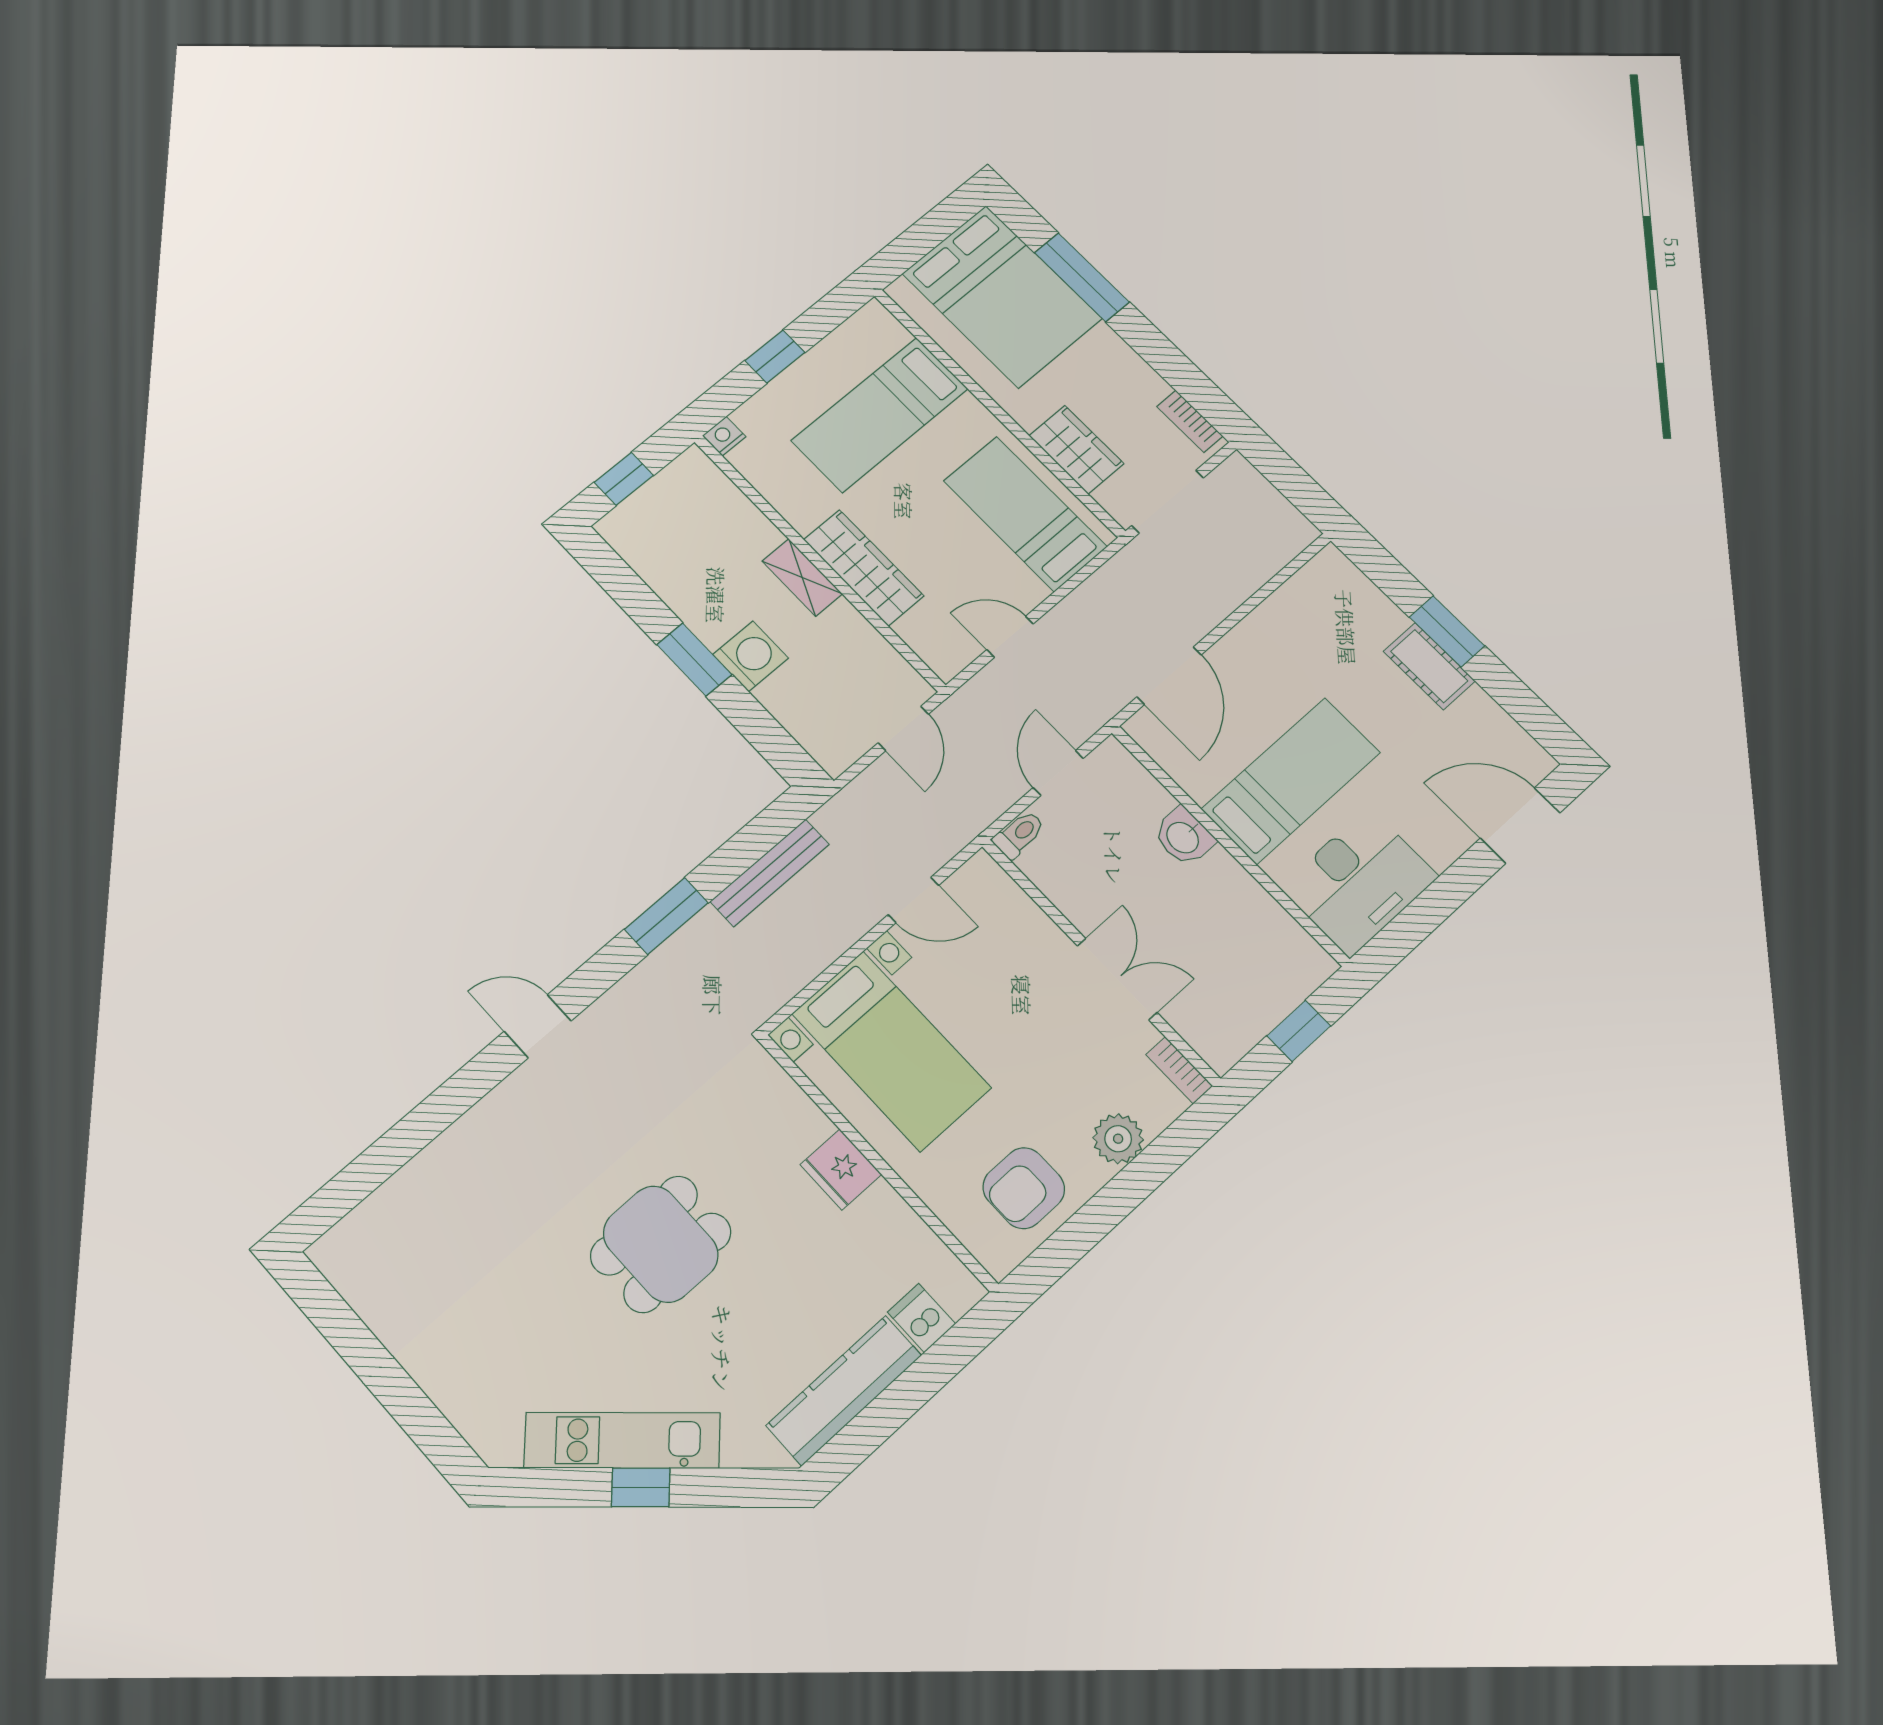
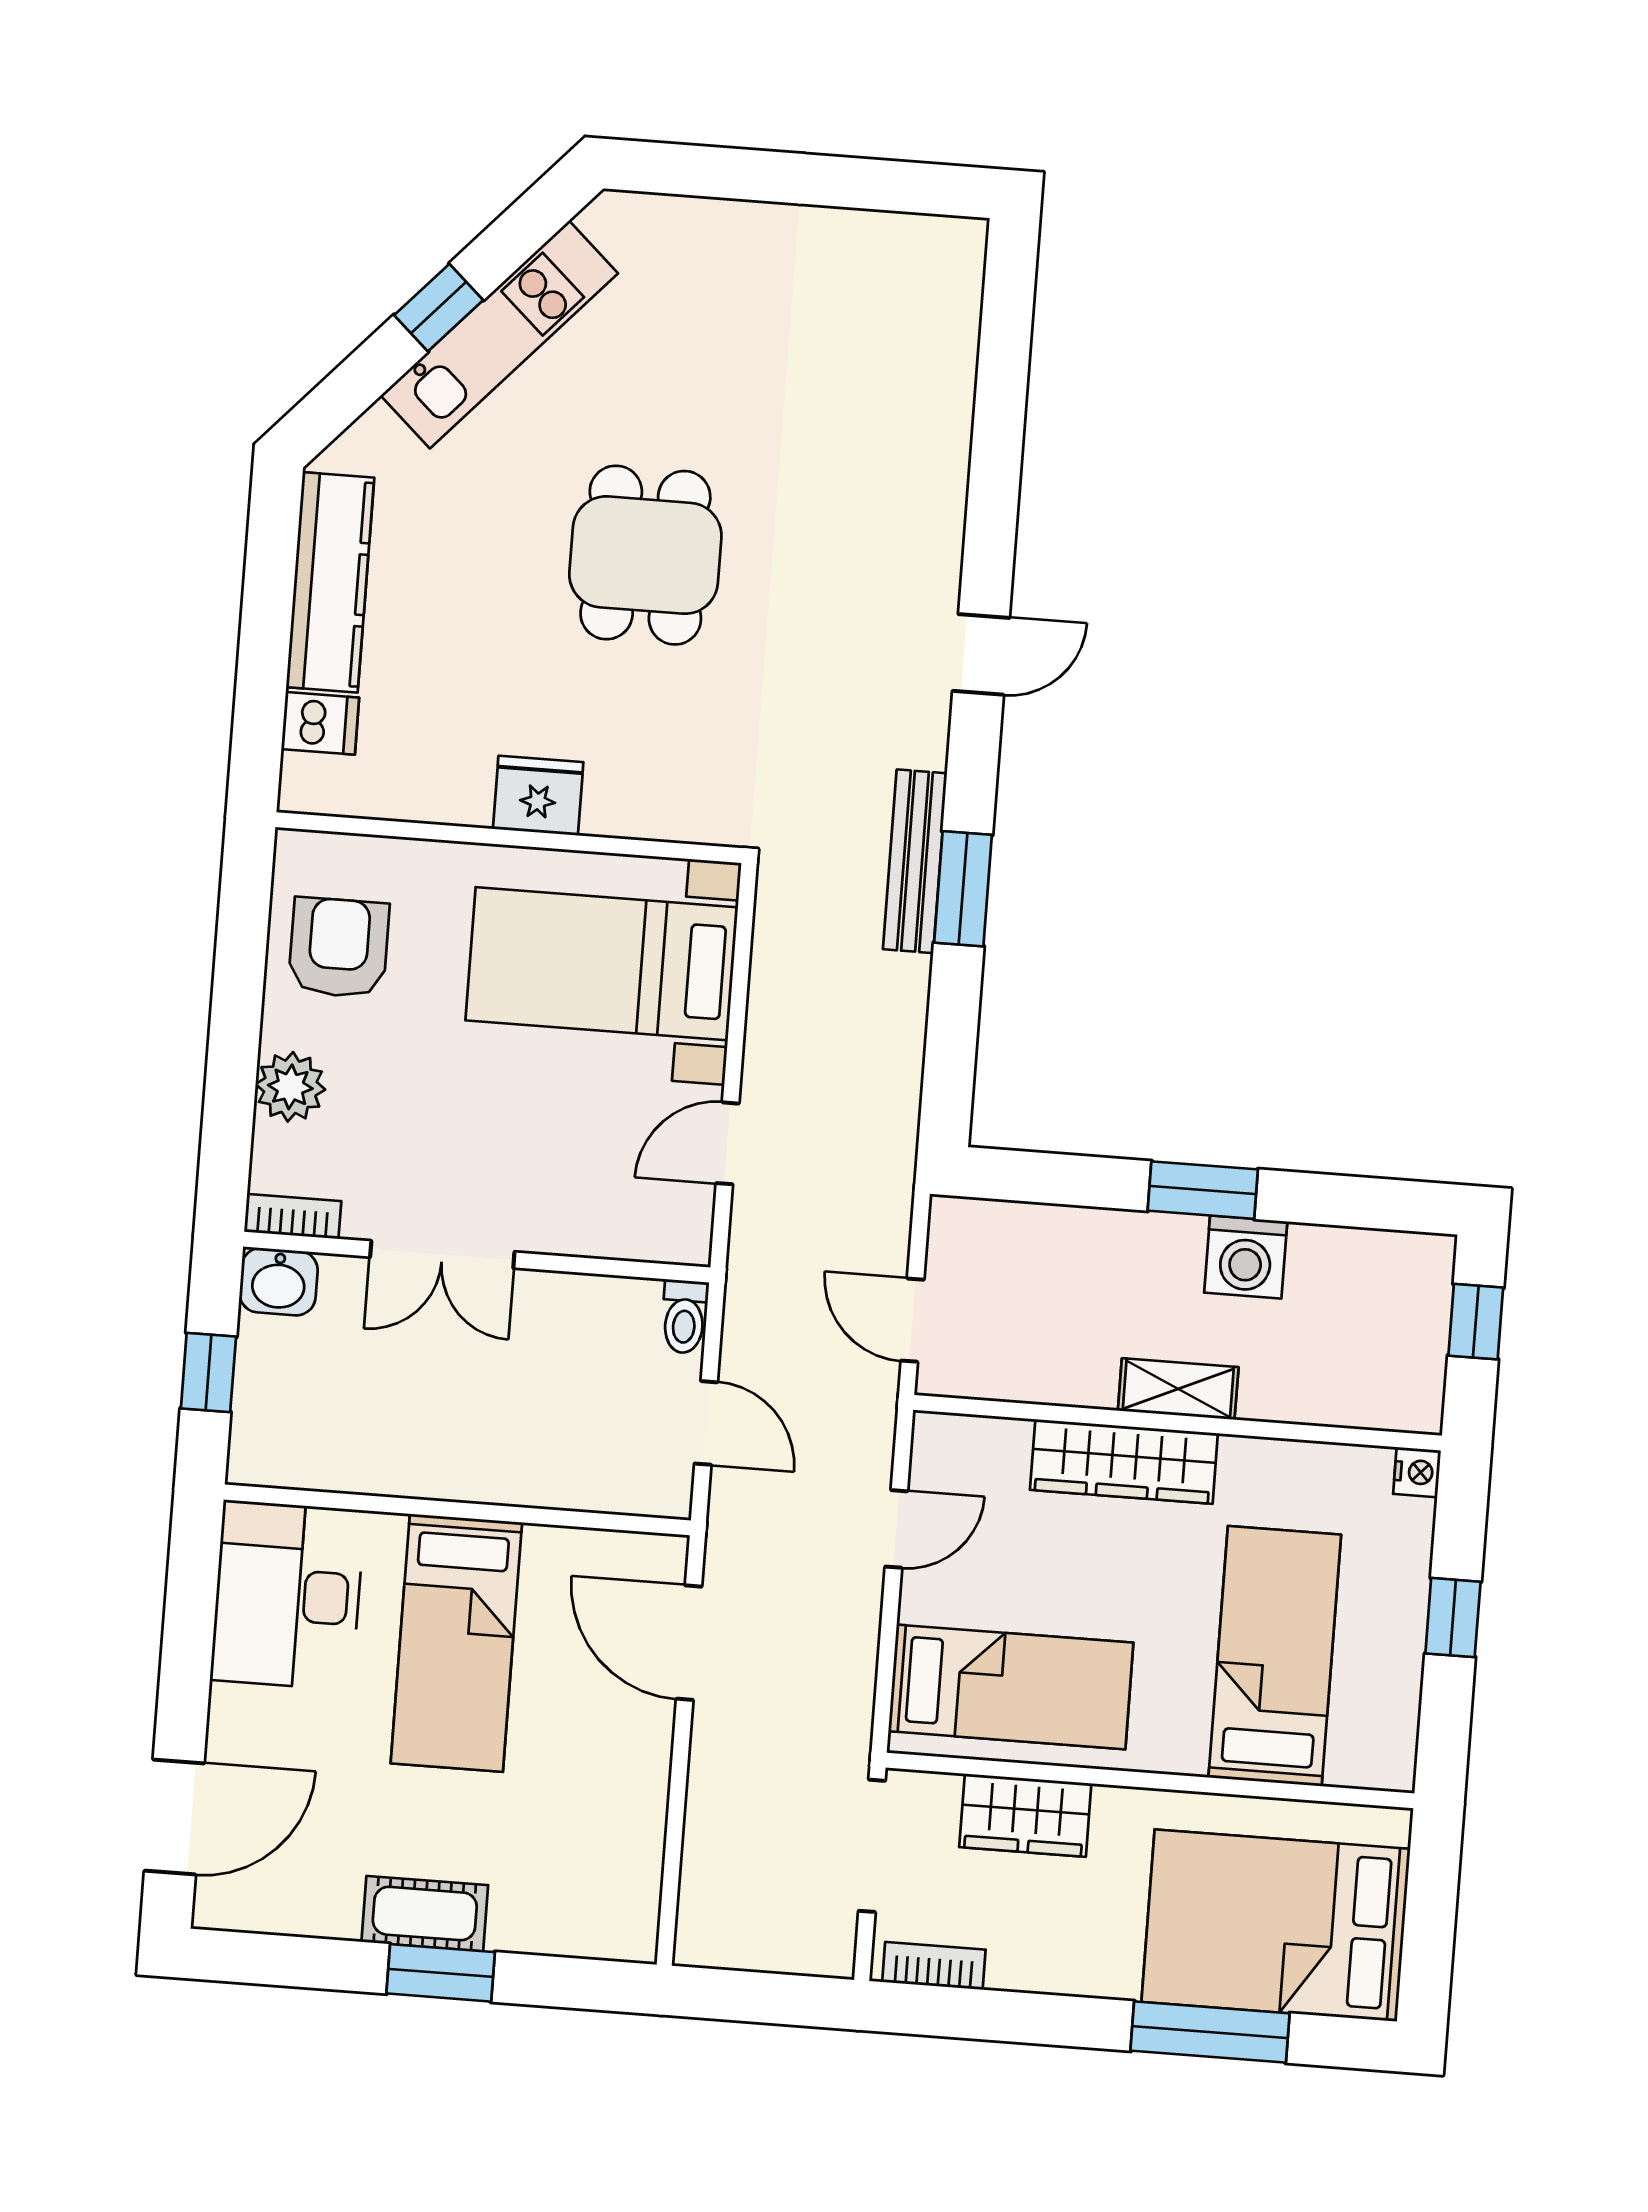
washing machine: (751, 656) -> (1246, 1257), moved
washbasin: (1184, 837) -> (279, 1282), moved, turned 180
bench: (770, 873) -> (915, 861), moved

